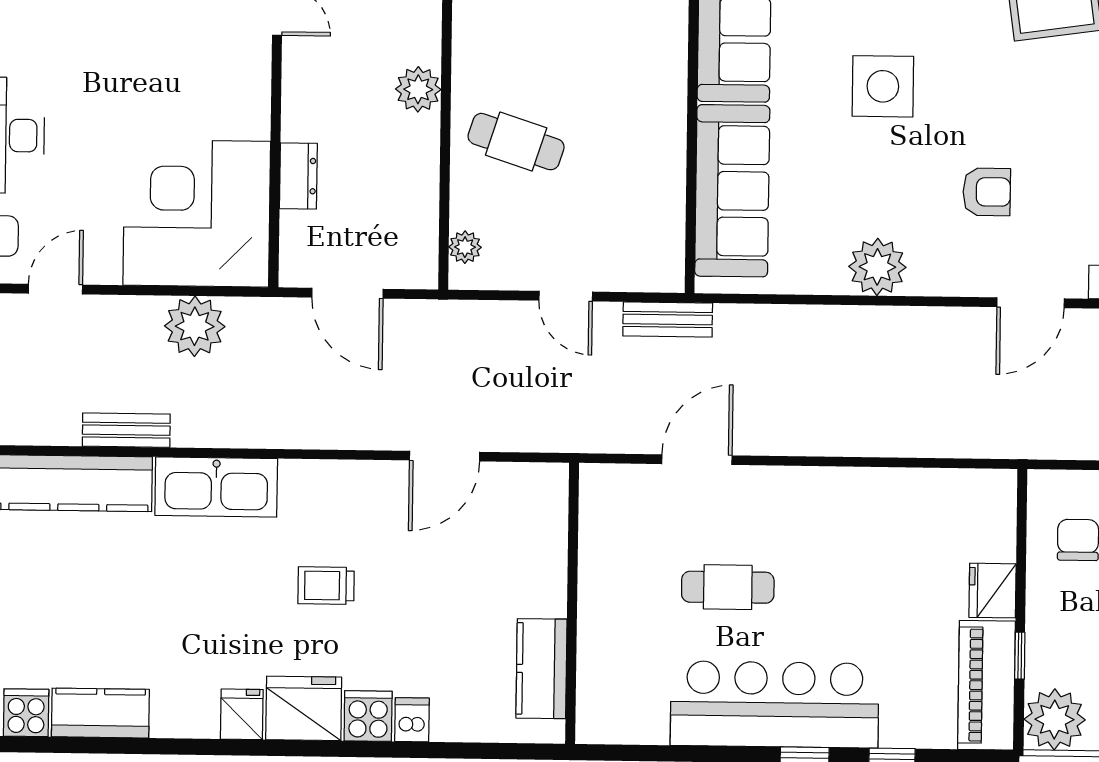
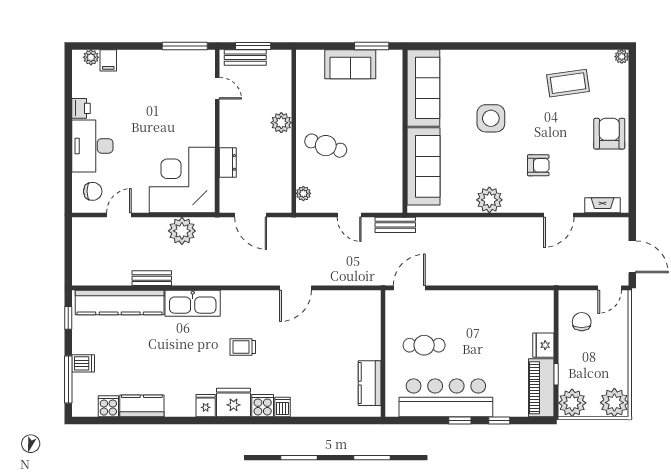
wall: (572, 603) -> (383, 353), moved
kitchen counter: (541, 669) -> (370, 383), moved

